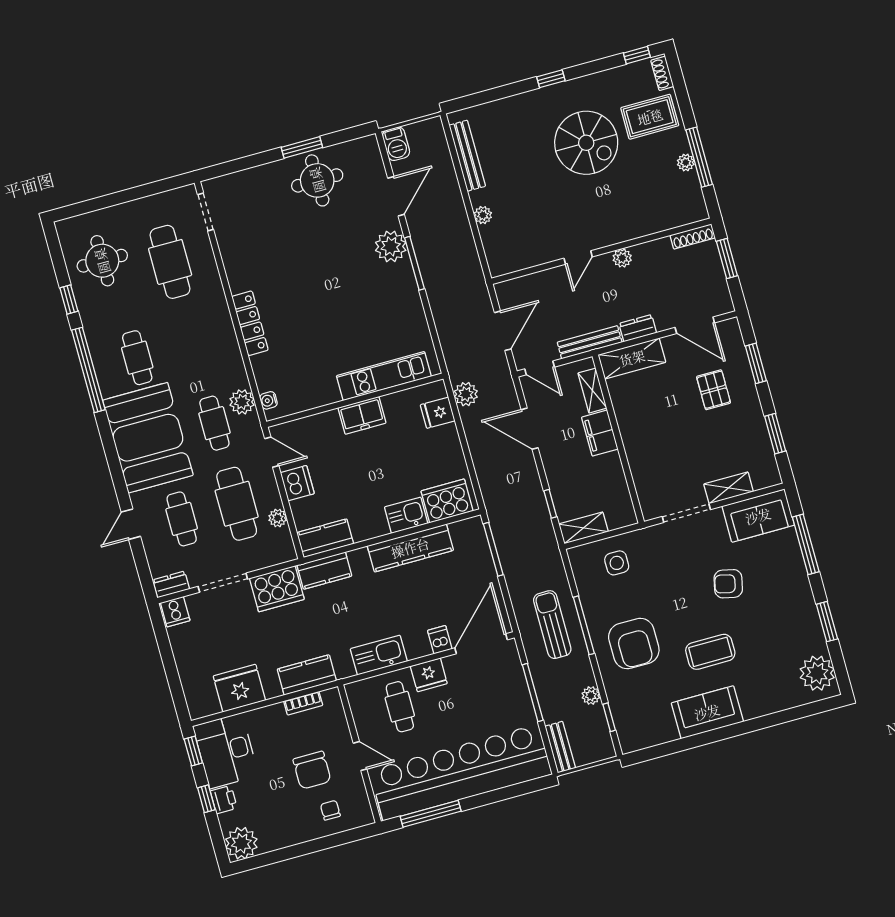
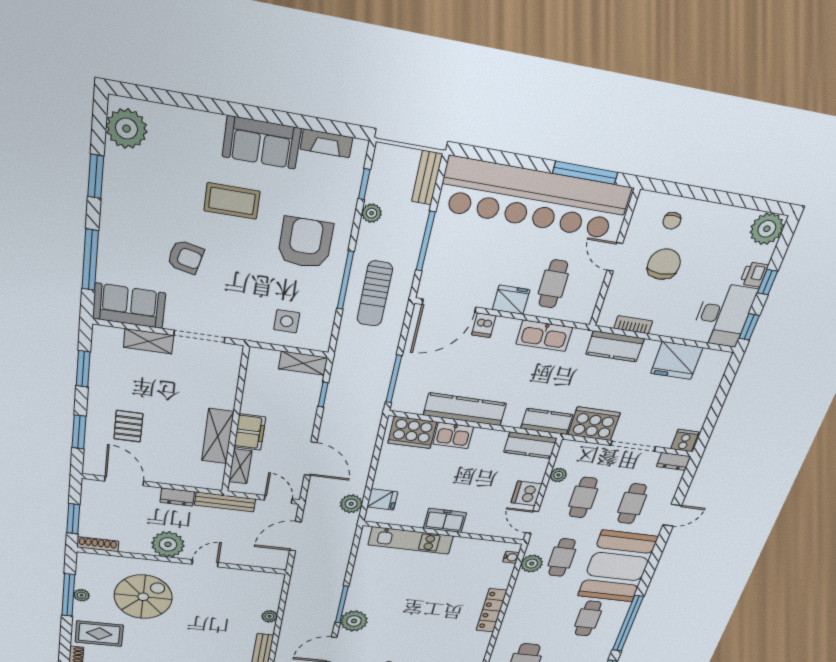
spiral stairs: (586, 143) -> (143, 597), moved, turned 90
plant: (622, 258) -> (168, 544), width x1.88, depth x1.88
shelving: (632, 358) -> (218, 436), moved, turned 90
cafe table: (237, 504) -> (583, 498), width x0.73, depth x0.74
fireplace: (656, 736) -> (327, 143), added

